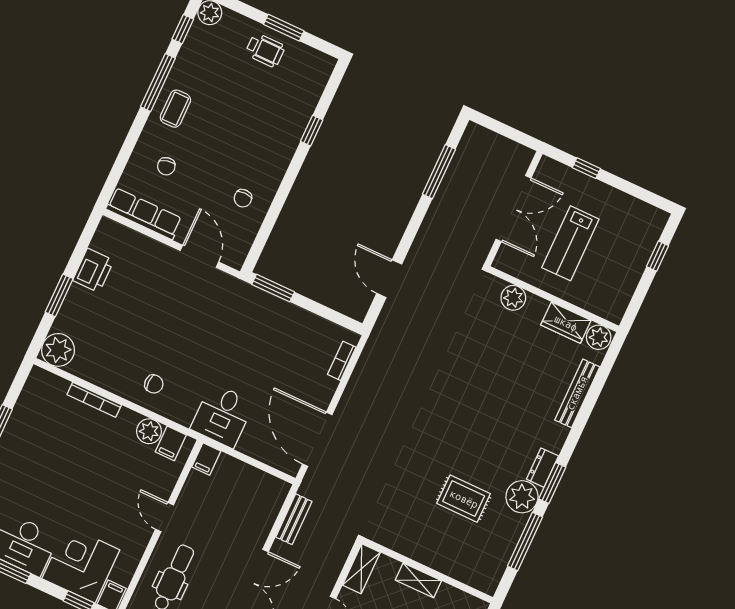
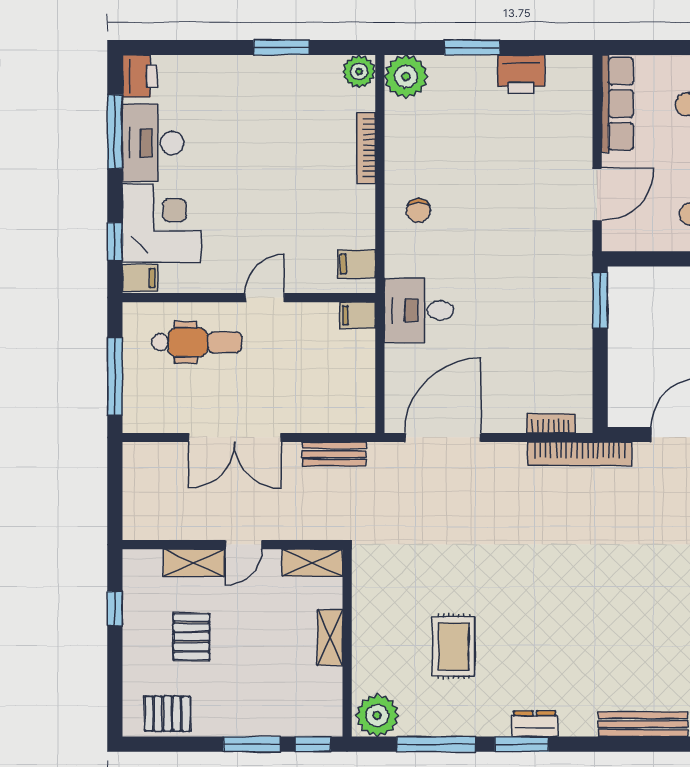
bookcase: (372, 351) -> (580, 454), added
plant: (149, 431) -> (359, 71), moved
plant: (522, 497) -> (377, 715), moved

